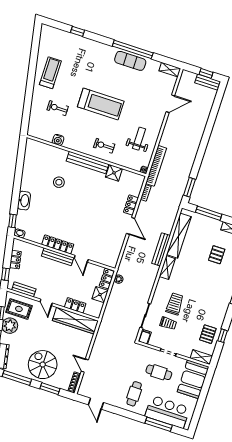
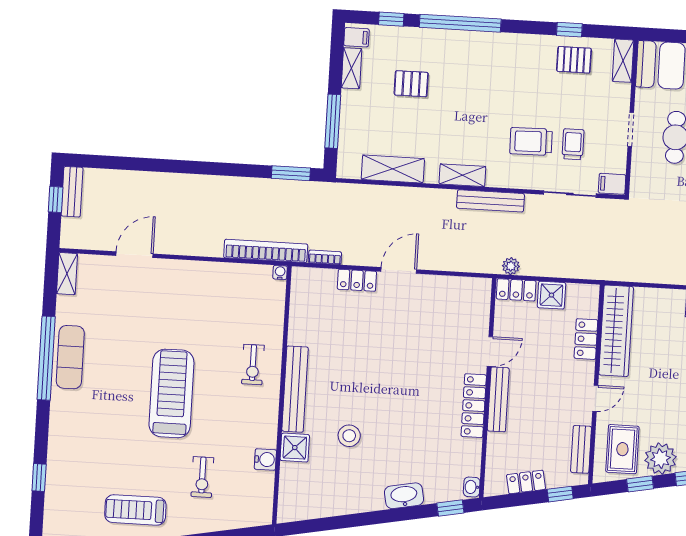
door: (170, 104) -> (134, 255), hinge flipped
weight bench: (139, 139) -> (221, 299), removed
shower: (114, 173) -> (295, 448), moved
shelving: (179, 236) -> (393, 169), width x0.68
bench: (161, 249) -> (490, 201), moved

